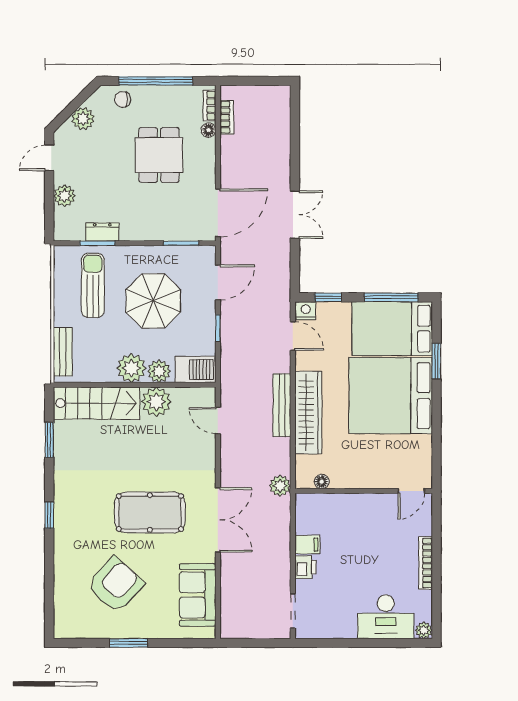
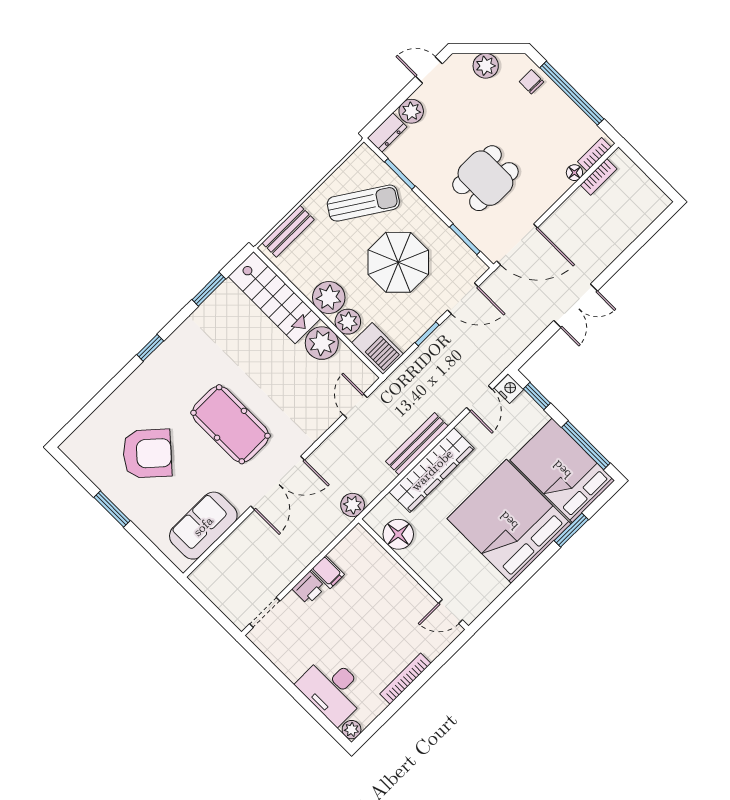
dining table: (159, 155) -> (485, 178), moved
dresser: (102, 232) -> (387, 132), moved, turned 90
sun lounger: (93, 285) -> (363, 203), turned 33
floor lamp: (322, 482) -> (398, 534), width x1.89, depth x1.89

